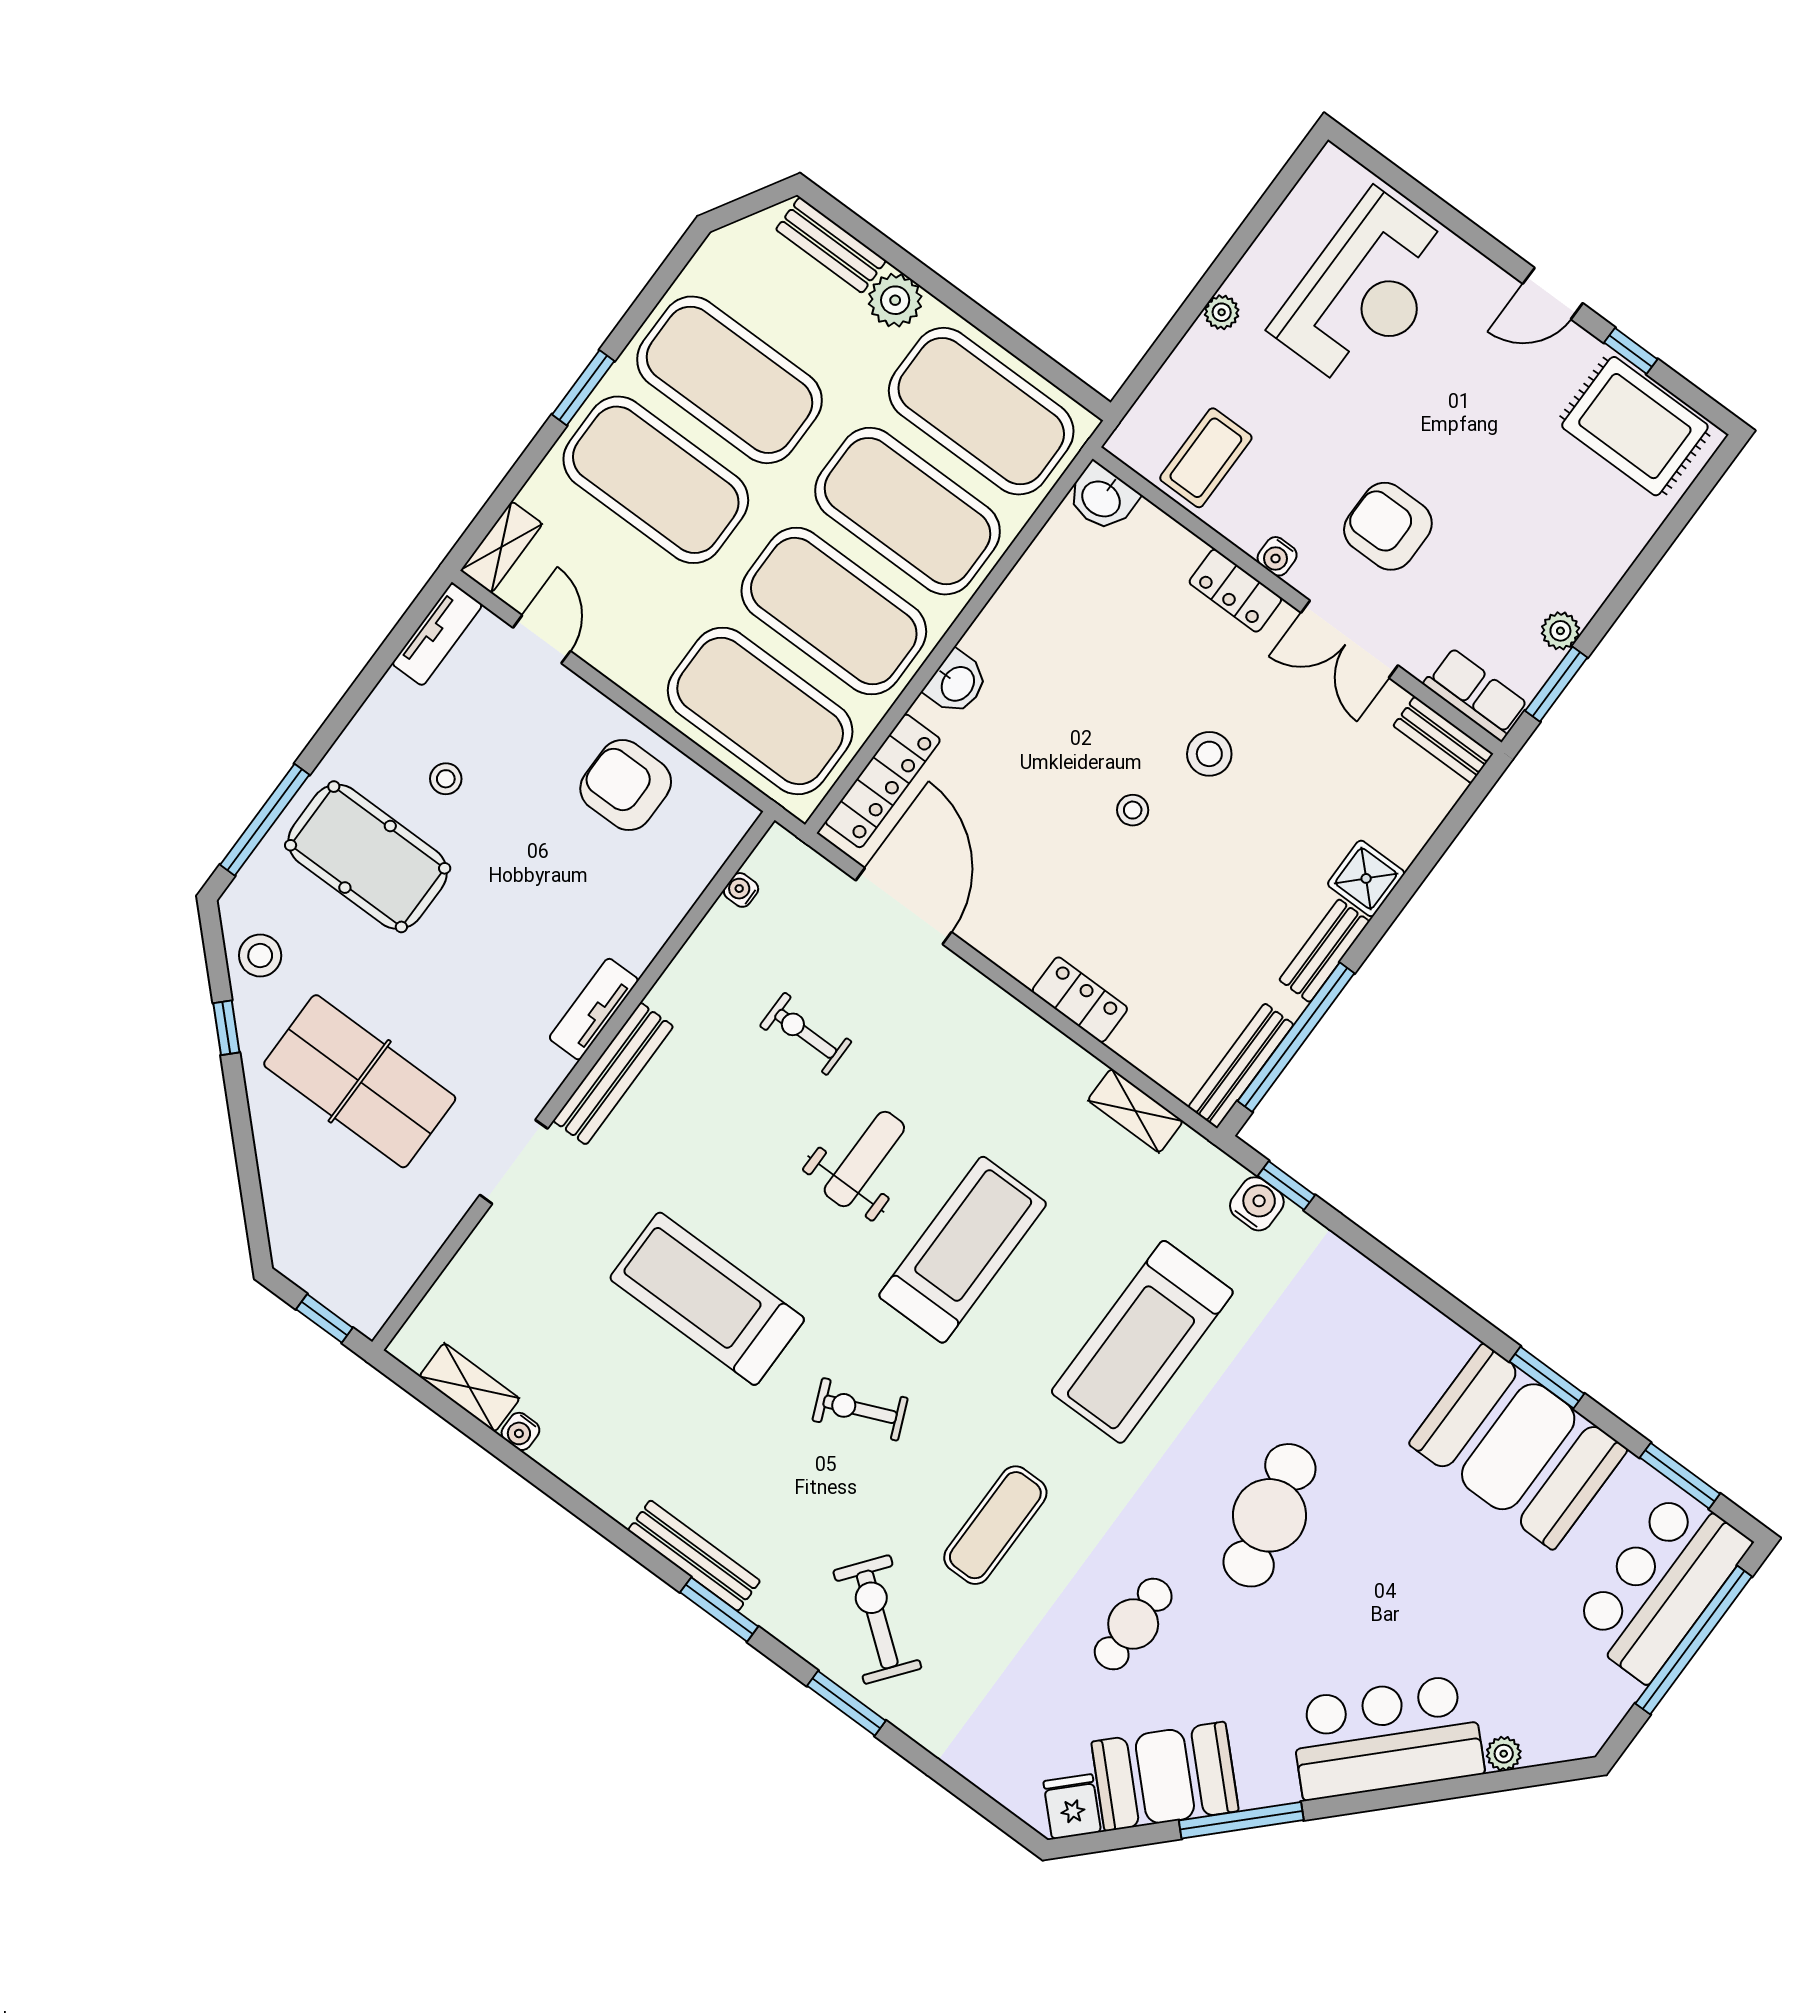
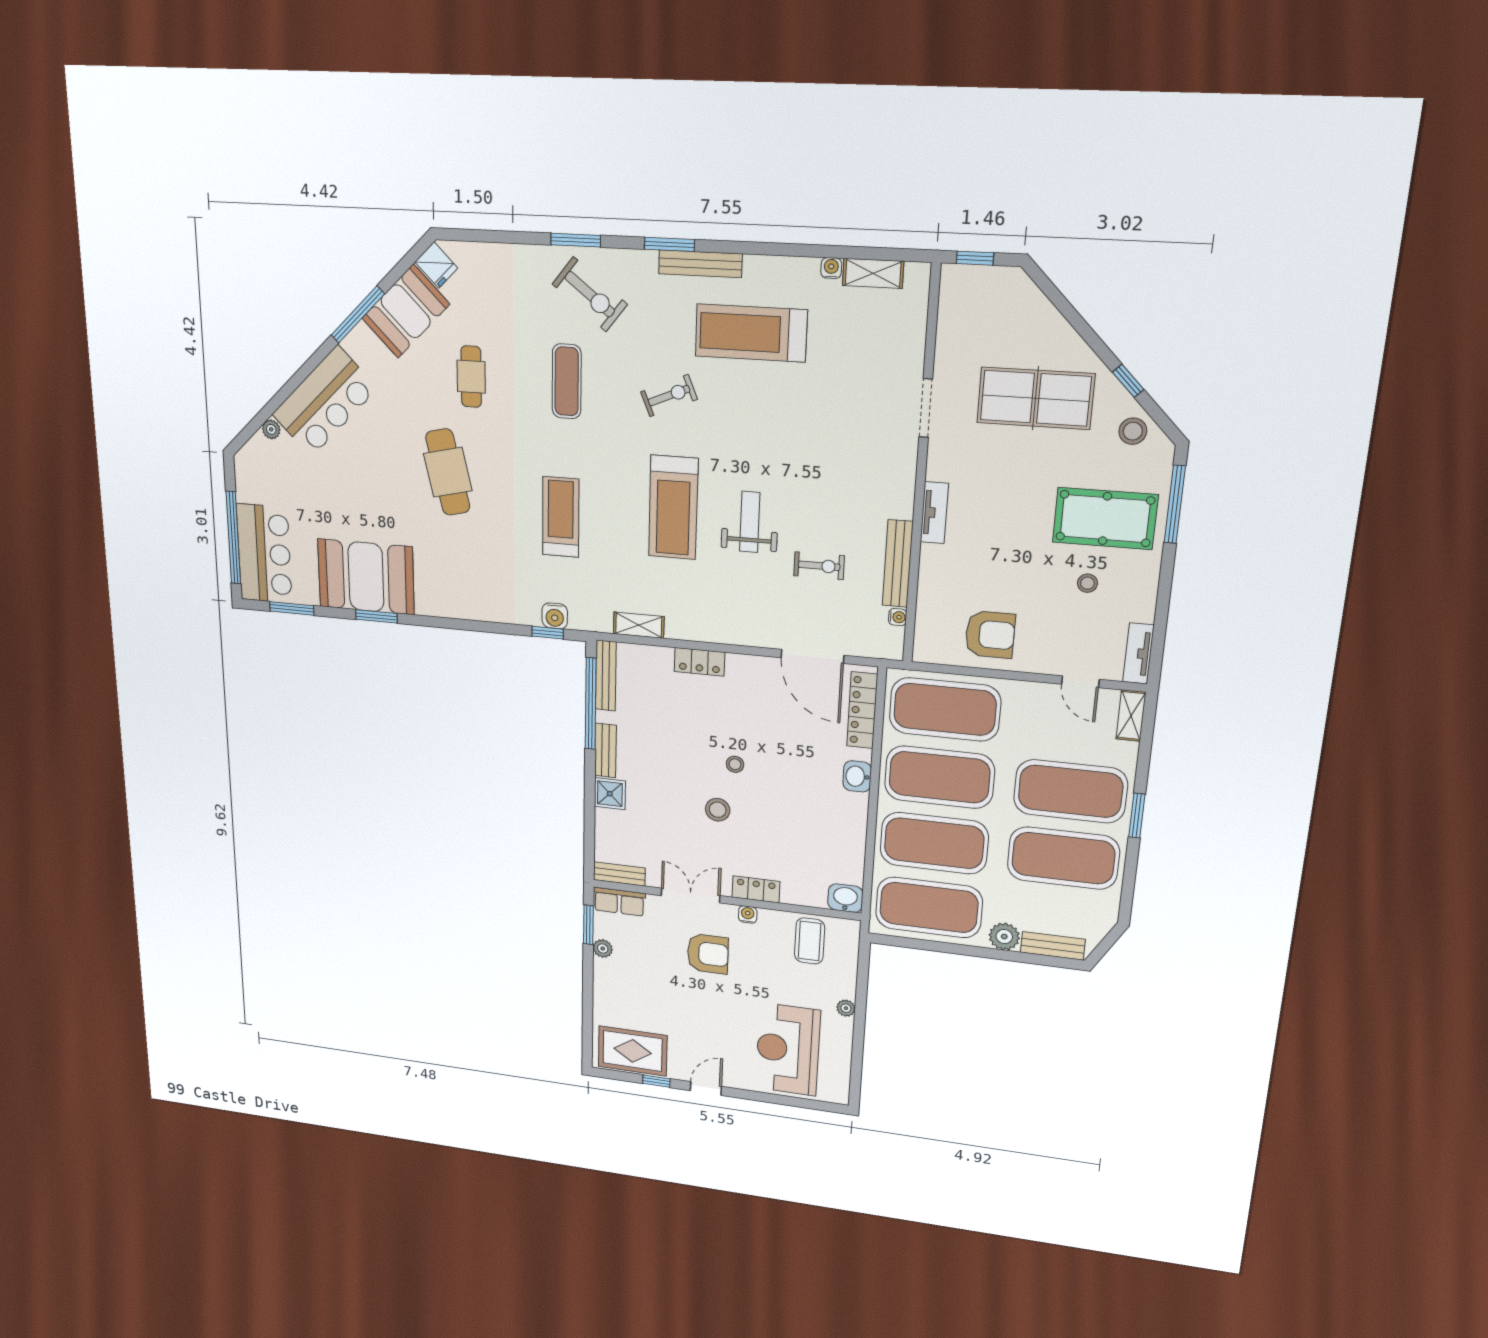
bench: (613, 1074) -> (898, 564), moved
weight bench: (864, 1159) -> (750, 522), turned 180
treadmill: (707, 1299) -> (751, 333), moved, turned 180
treadmill: (1142, 1342) -> (561, 517), width x0.73, depth x0.73

